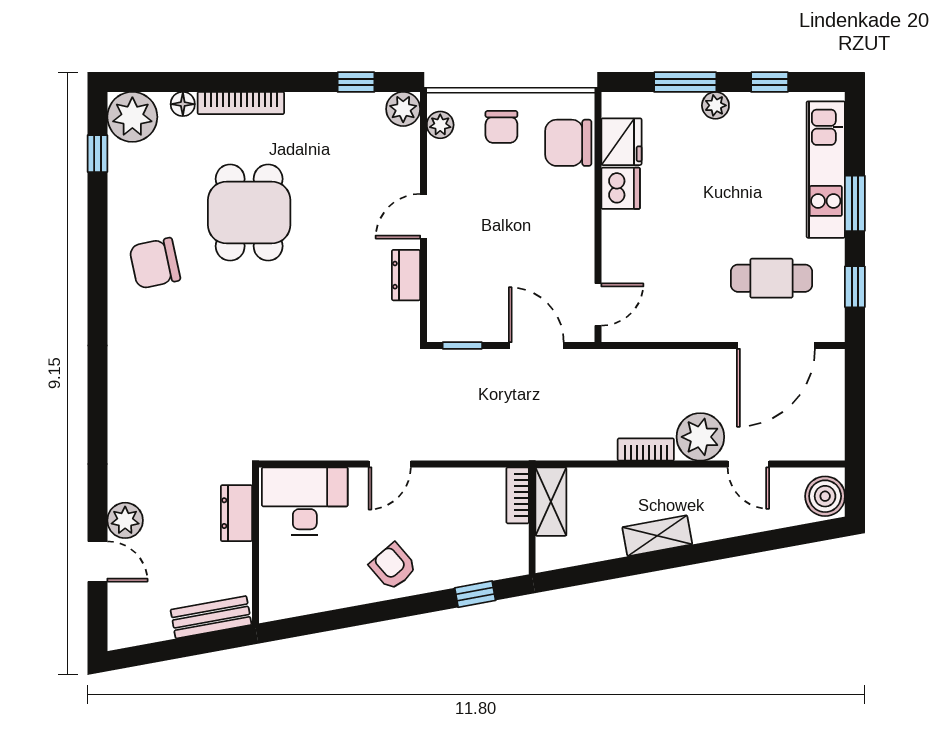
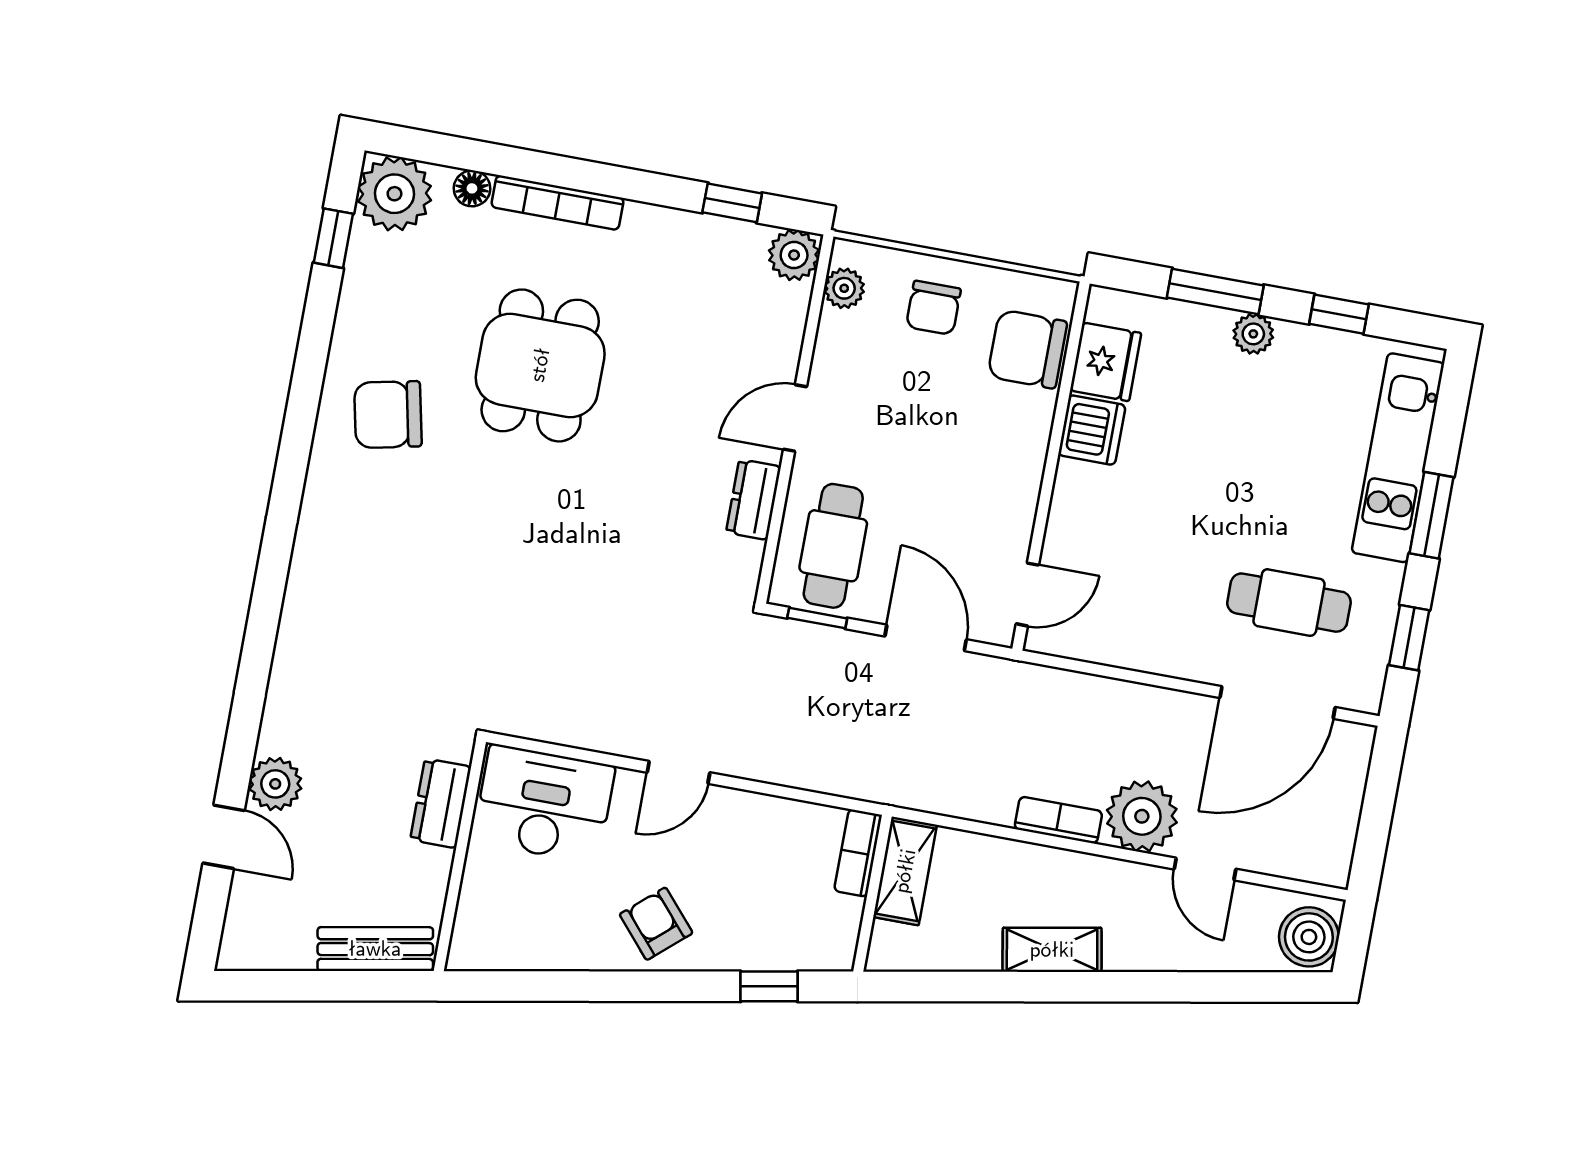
cafe table: (464, 296) -> (833, 546), added

